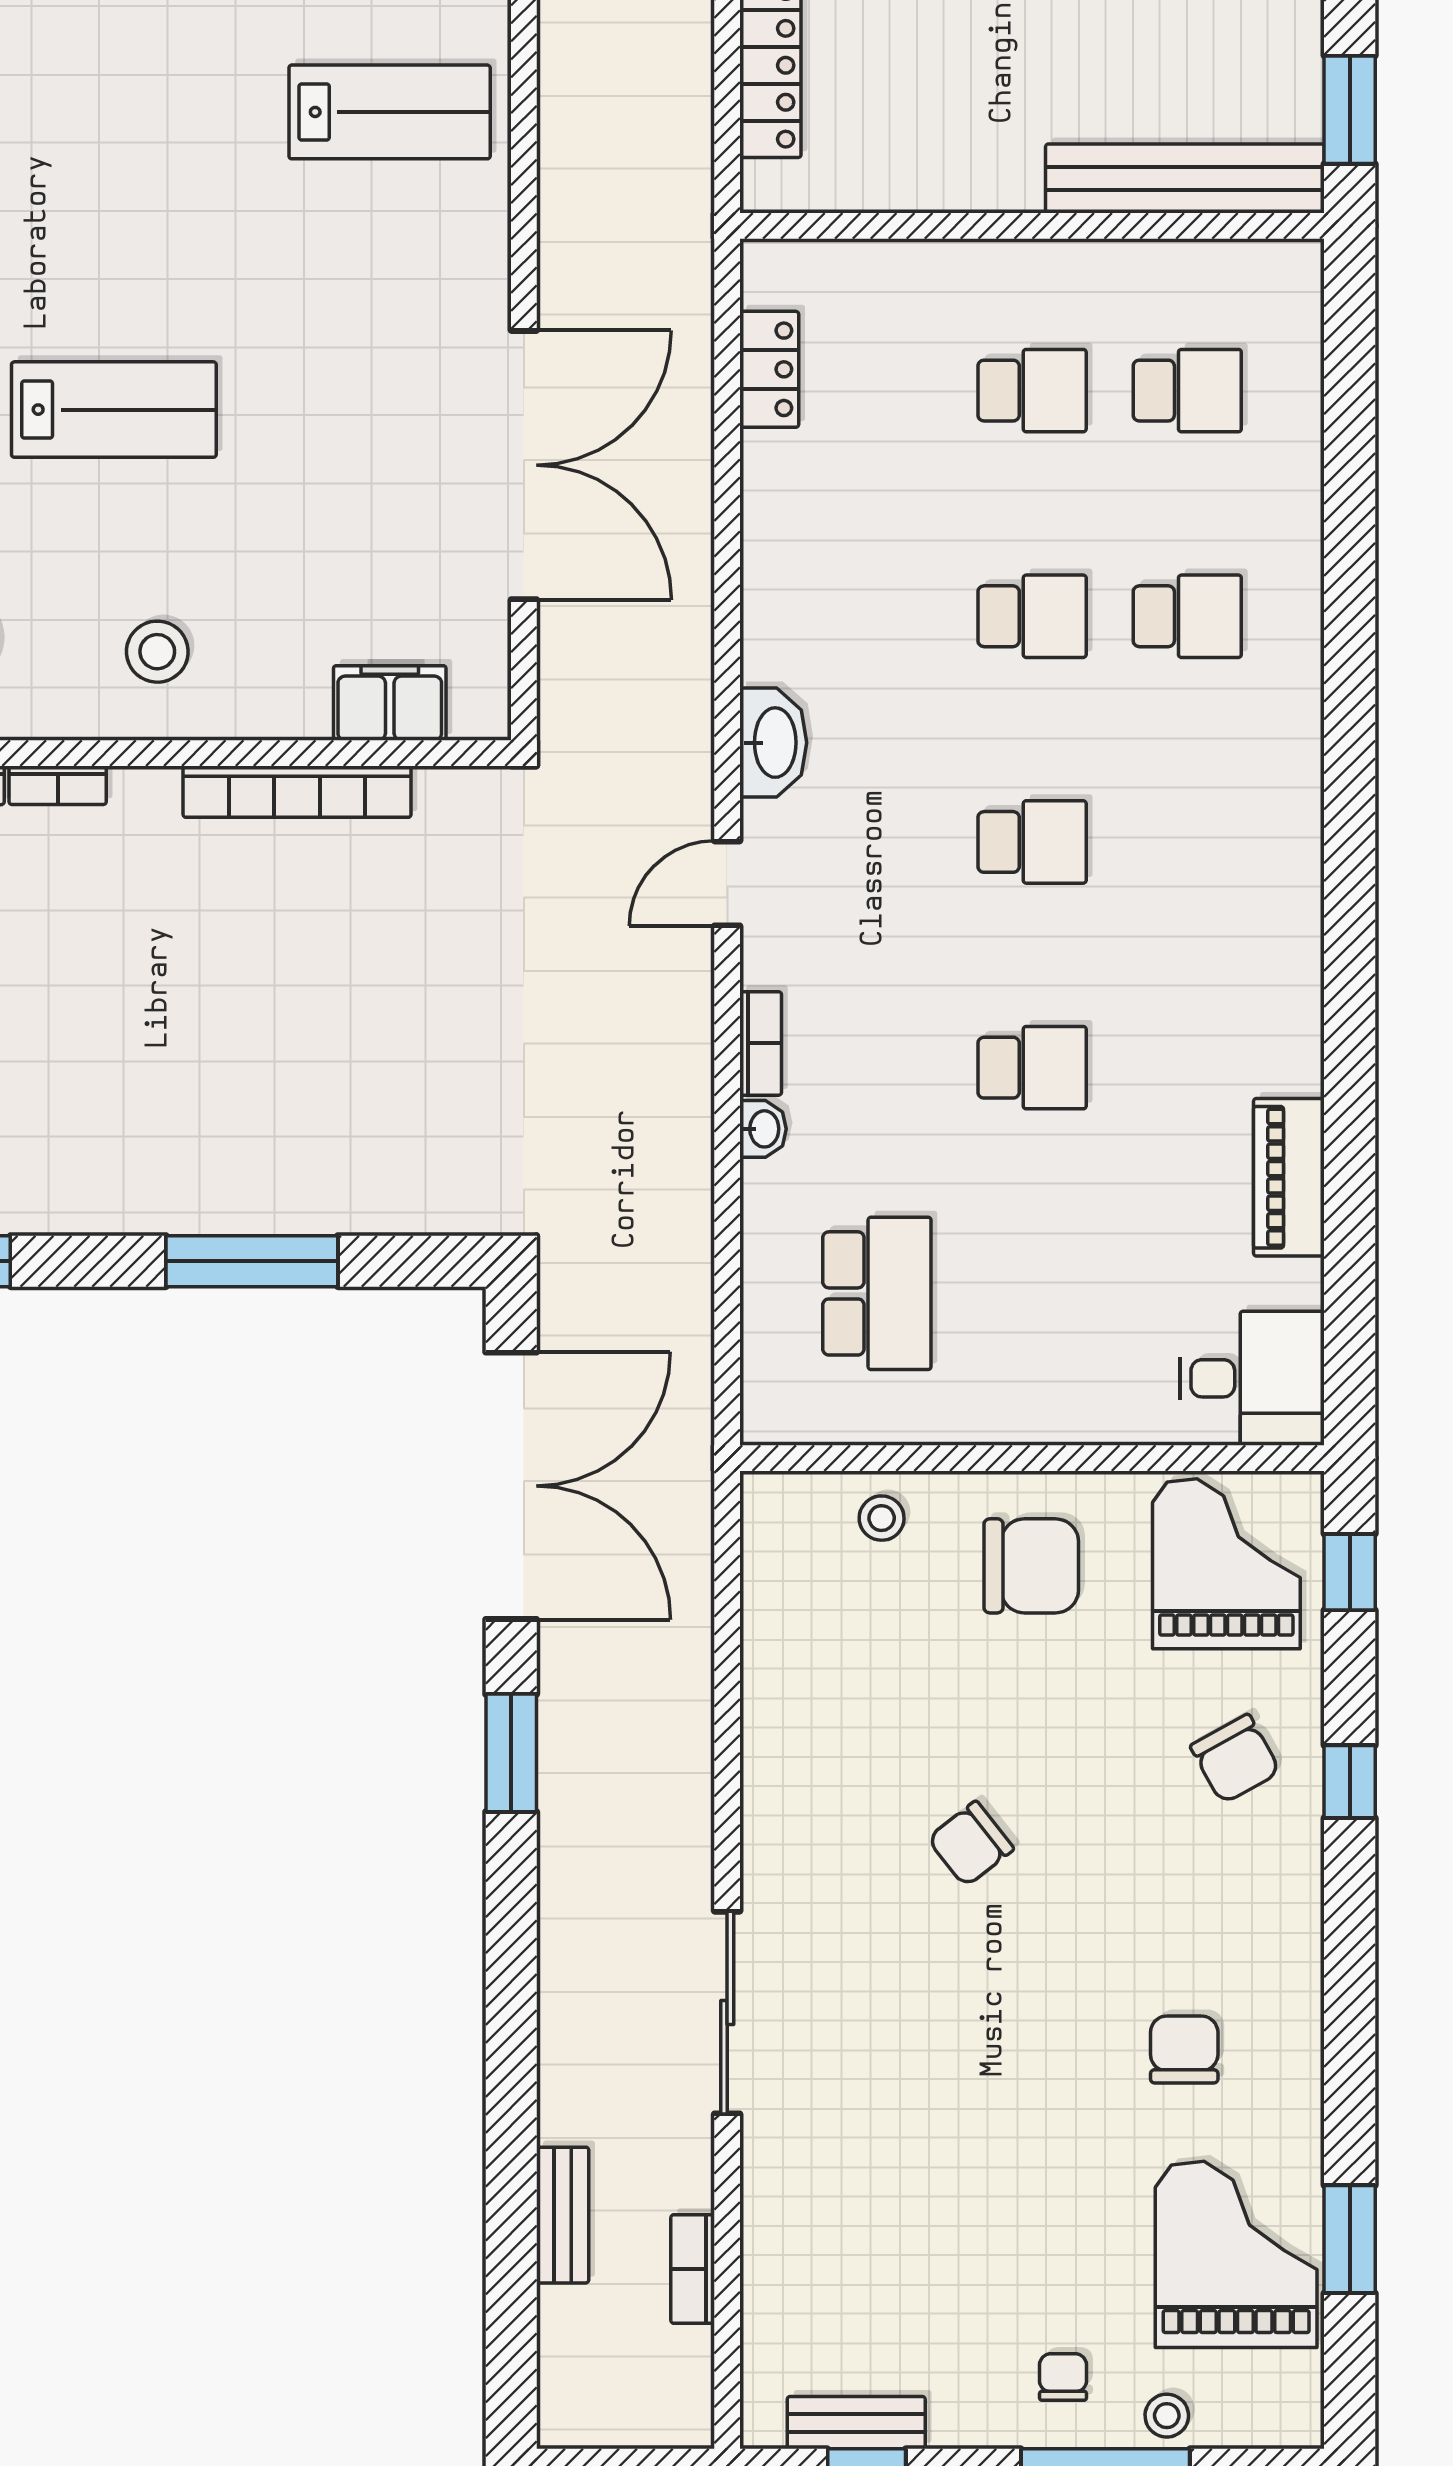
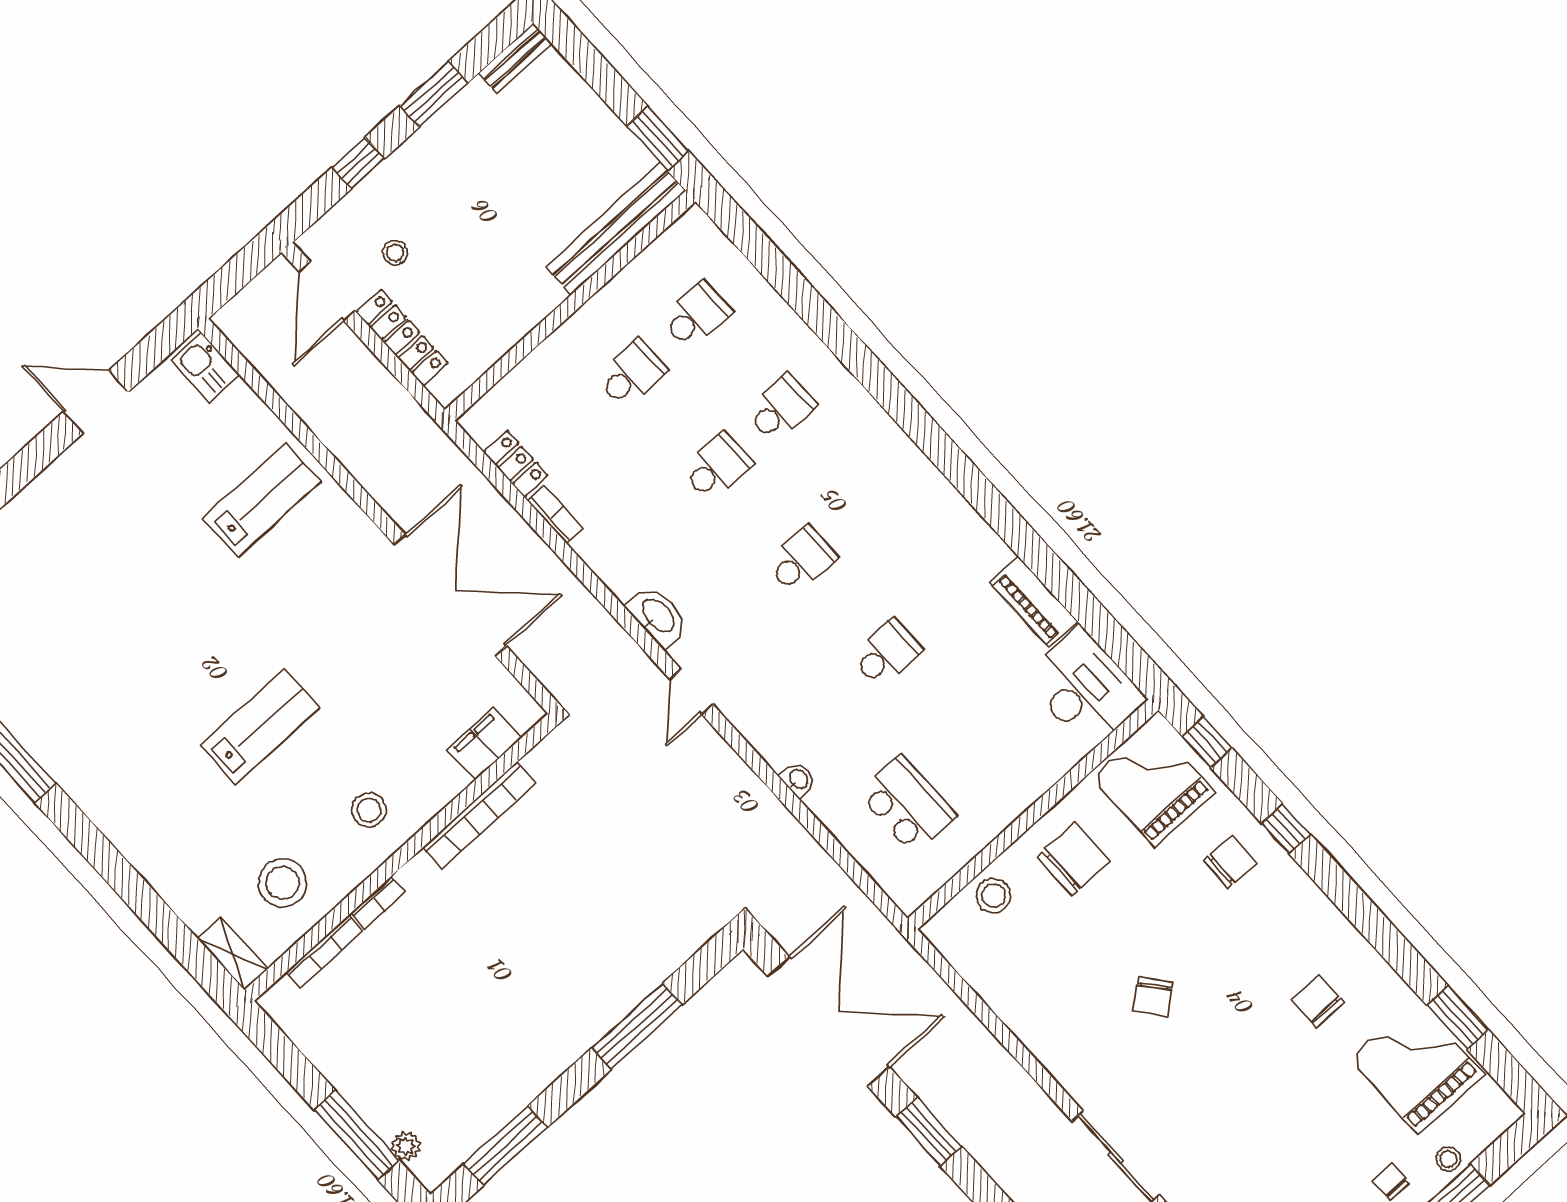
bookcase: (761, 1043) -> (555, 514), moved
desk: (1252, 1378) -> (1084, 689), width x1.37
stool: (882, 1518) -> (994, 896), width x1.37, depth x1.37
chair: (1235, 1759) -> (1230, 862), turned -60

